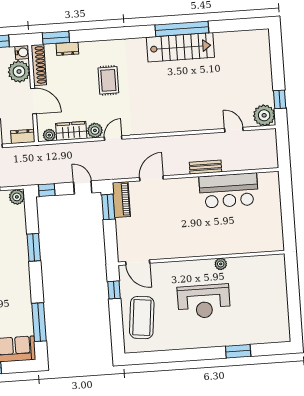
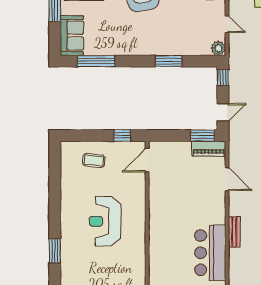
plant: (221, 264) -> (140, 240), removed
coffee table: (142, 318) -> (94, 160), width x0.54, depth x0.58

